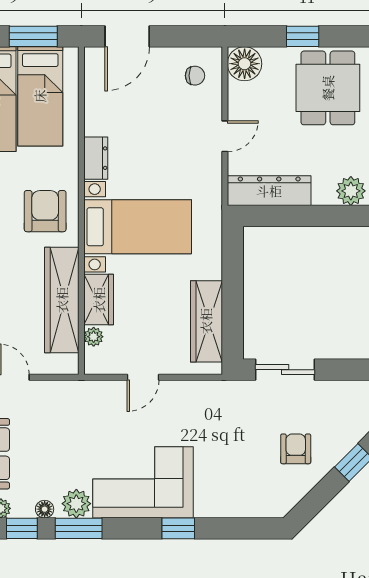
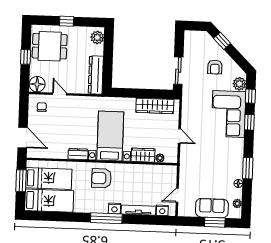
door: (225, 136) -> (60, 94), moved
wardrobe: (62, 300) -> (143, 172), removed
armchair: (296, 449) -> (215, 67), turned -90
corner sofa: (143, 482) -> (229, 114), moved
plant: (76, 504) -> (239, 84), moved
window: (22, 528) -> (250, 96), moved

